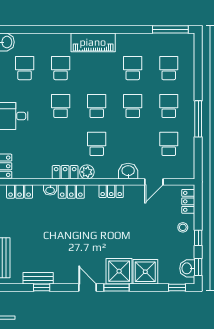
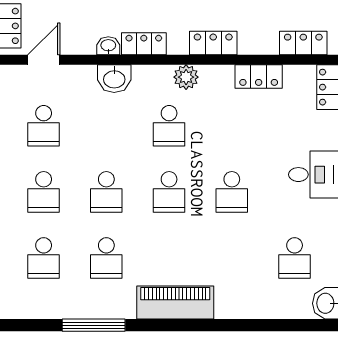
window: (170, 29) -> (94, 325), moved
school desk: (61, 68) -> (232, 258), removed
locker: (65, 172) -> (259, 76), moved
door: (154, 182) -> (44, 60), moved
washbasin: (50, 190) -> (108, 46), moved

